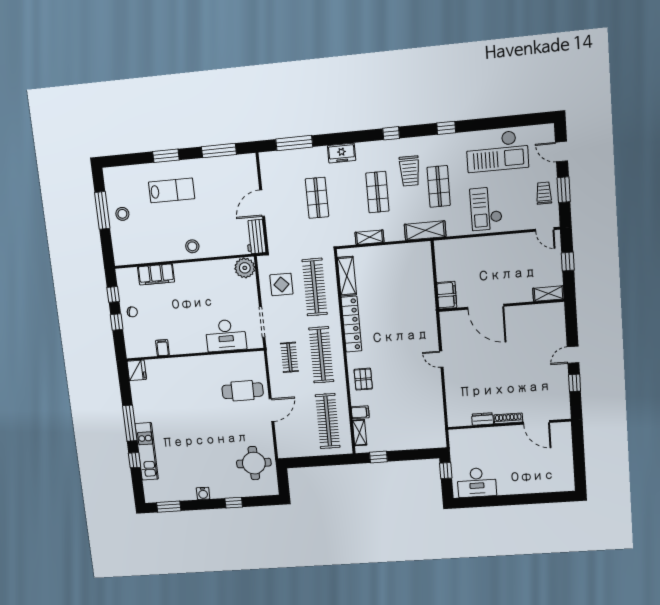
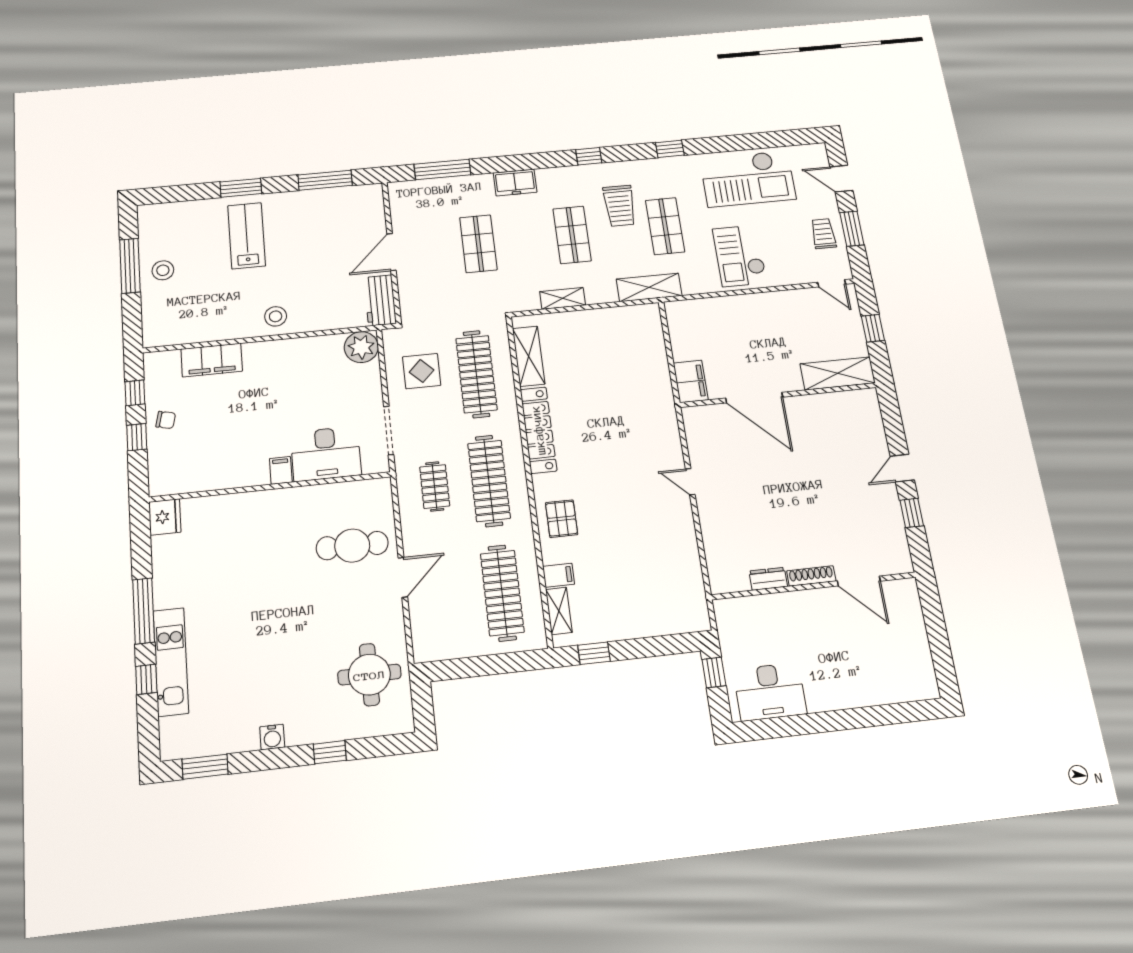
lab bench: (172, 190) -> (247, 236), turned -90
shelving: (548, 294) -> (838, 373), width x1.50, depth x1.33
filing cabinet: (162, 348) -> (281, 470), moved

